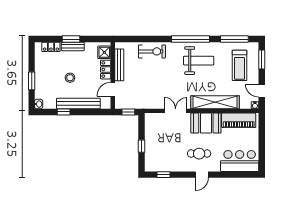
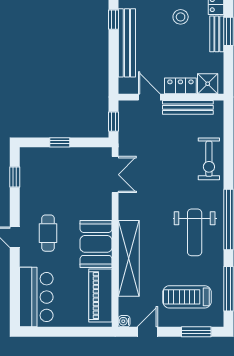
stool: (70, 78) -> (181, 17), moved
double door: (176, 111) -> (115, 175), moved

